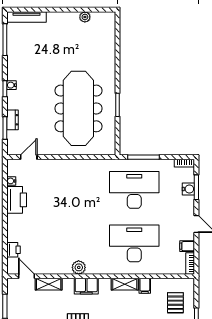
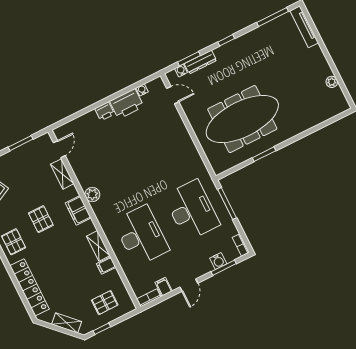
water cooler: (11, 85) -> (181, 71), moved
dresser: (12, 120) -> (200, 62), width x1.44
printer: (14, 250) -> (105, 111), moved

